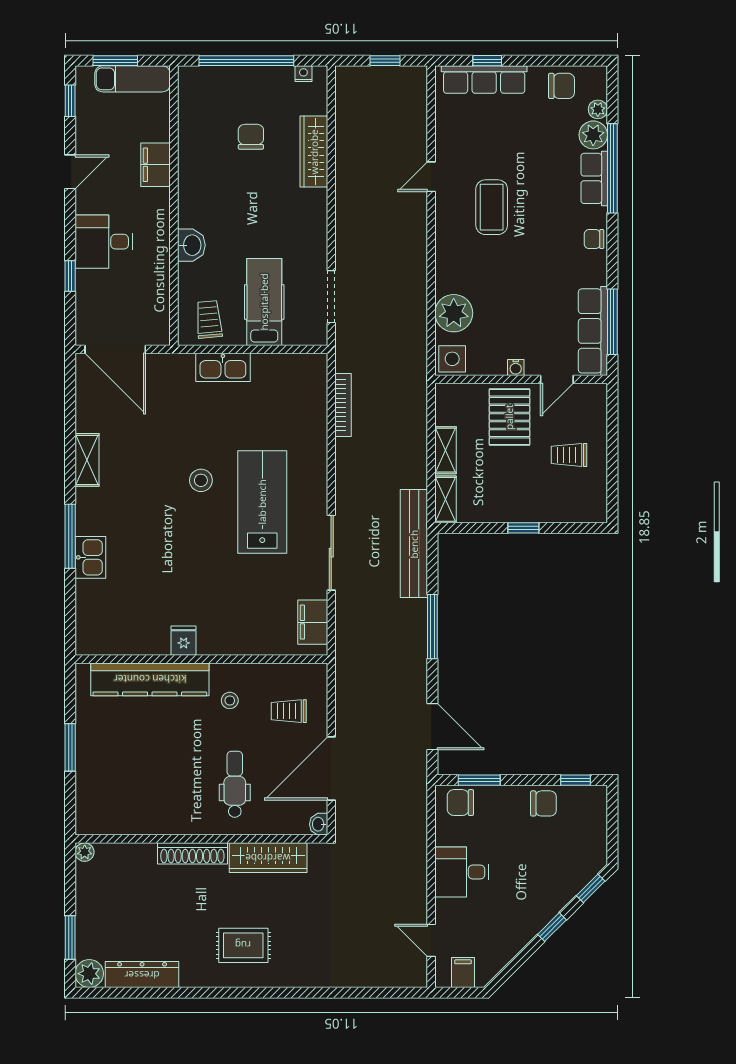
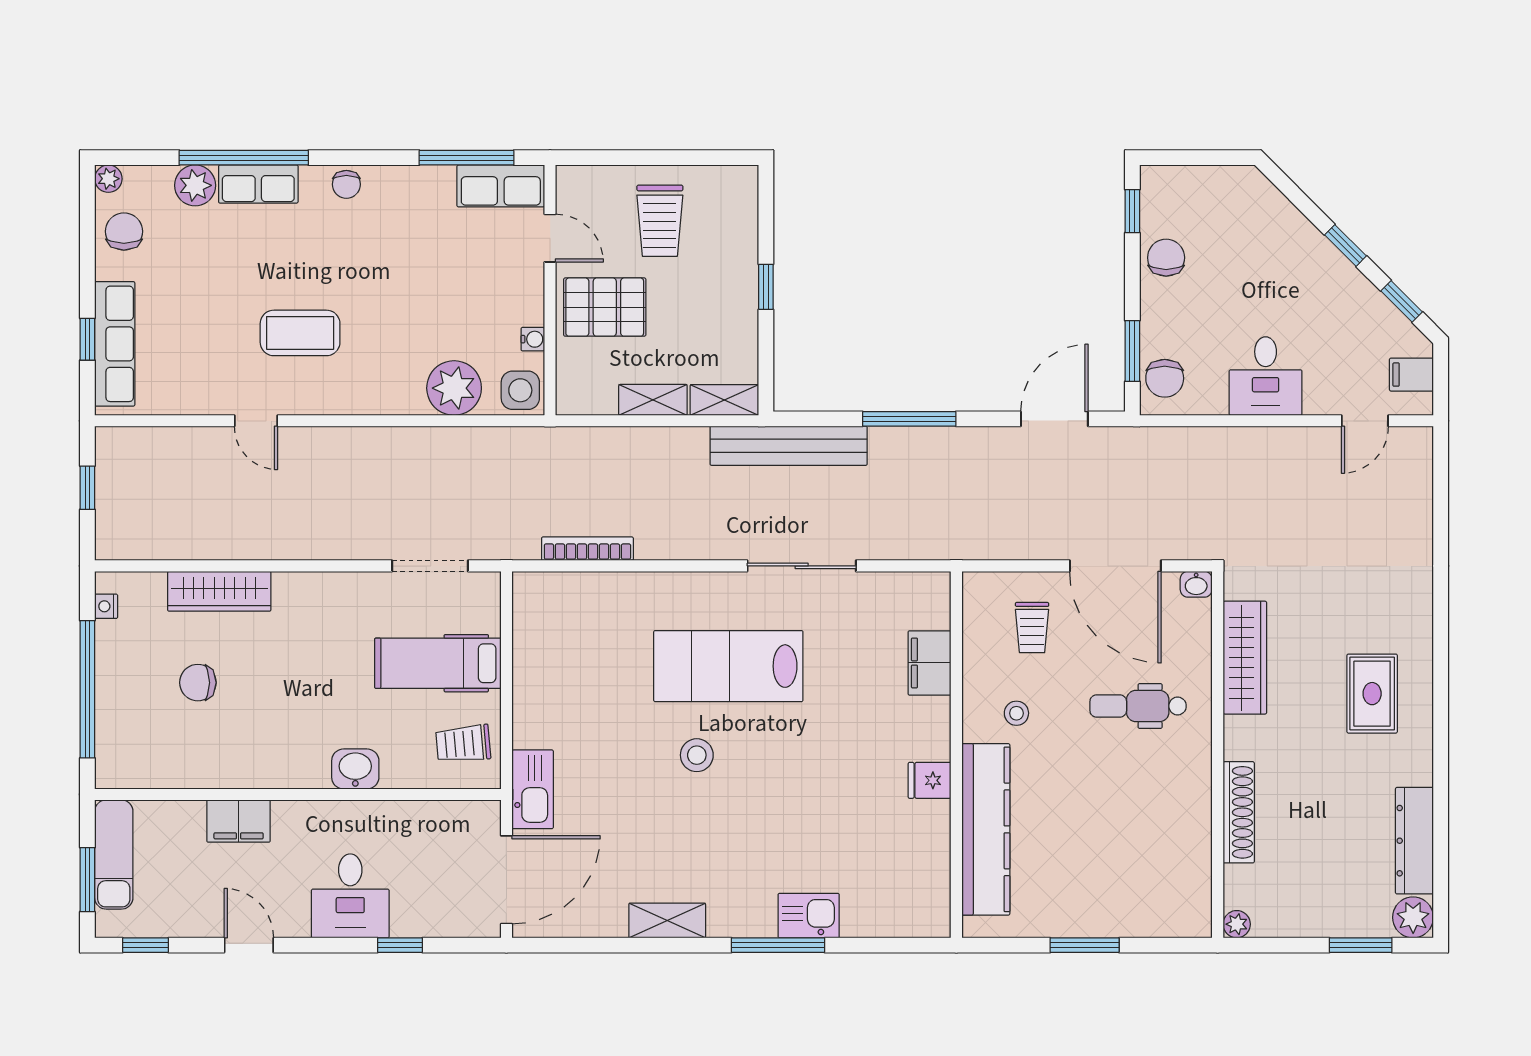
plant: (598, 109) -> (108, 179), moved
row of seats: (593, 331) -> (501, 186), width x0.68
kitchen sink: (223, 367) -> (533, 789), moved
water cooler: (516, 367) -> (533, 339), moved
trolley: (569, 455) -> (660, 221), width x1.36, depth x1.39
filing cabinet: (313, 622) -> (929, 663), moved, turned 90
shoe rack: (192, 853) -> (1239, 812), moved
window: (591, 888) -> (1402, 301), moved

